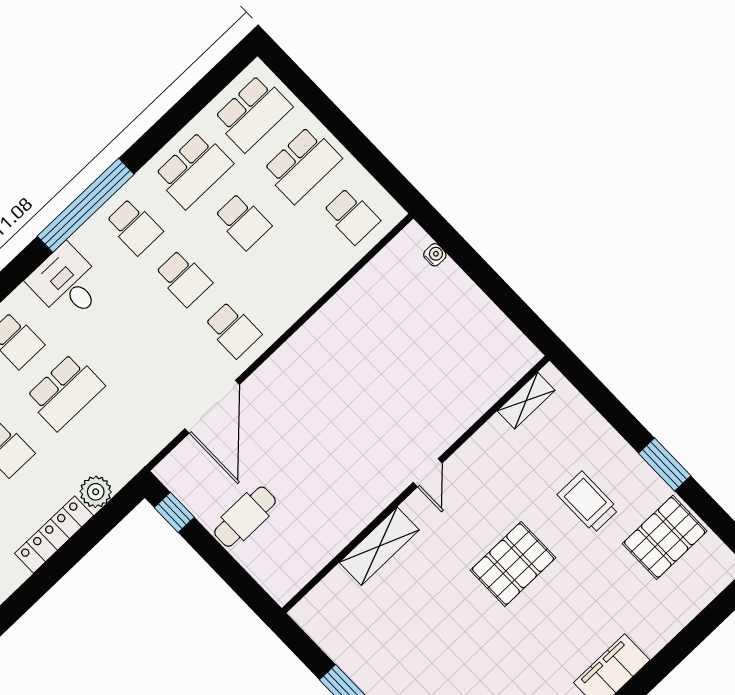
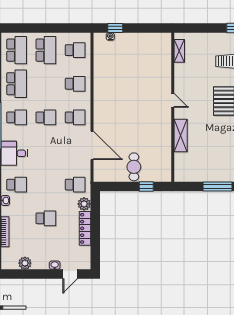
school desk: (243, 221) -> (75, 84), moved
window: (458, 249) -> (115, 28), added
school desk: (65, 392) -> (75, 185), moved, width x0.54
window: (174, 512) -> (146, 187), moved

